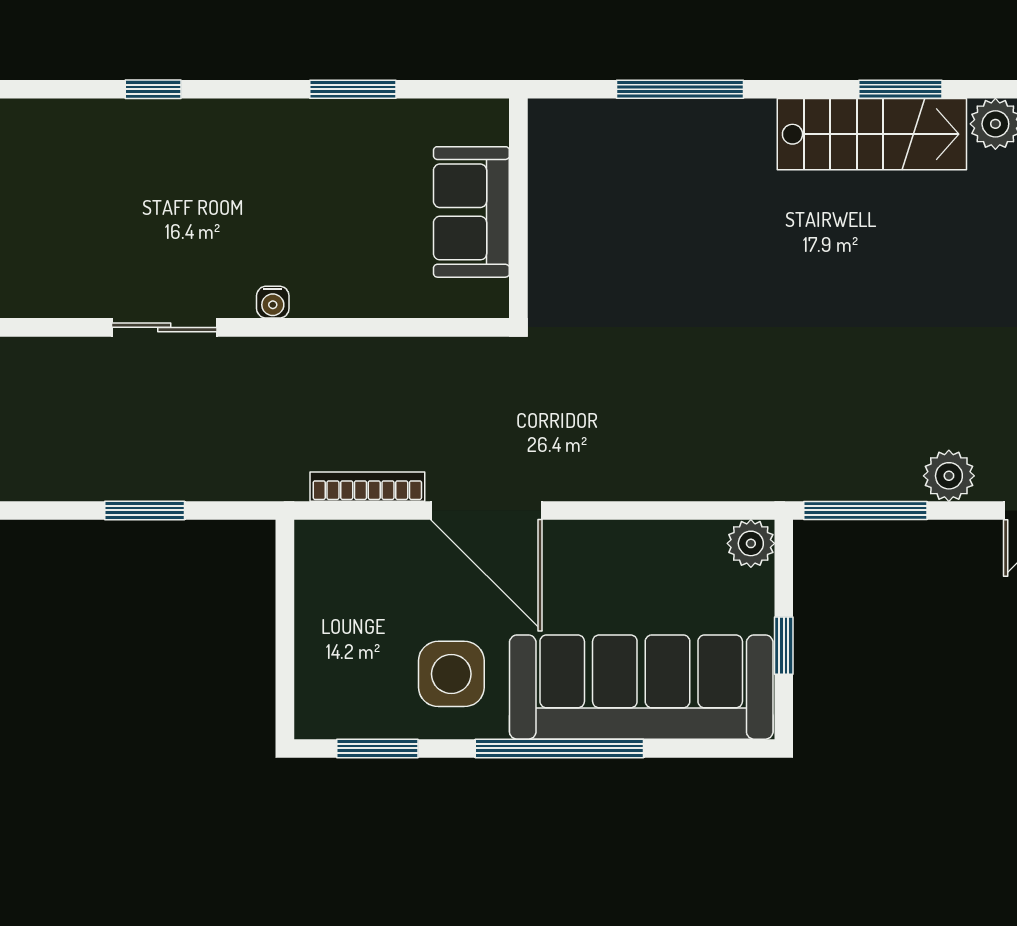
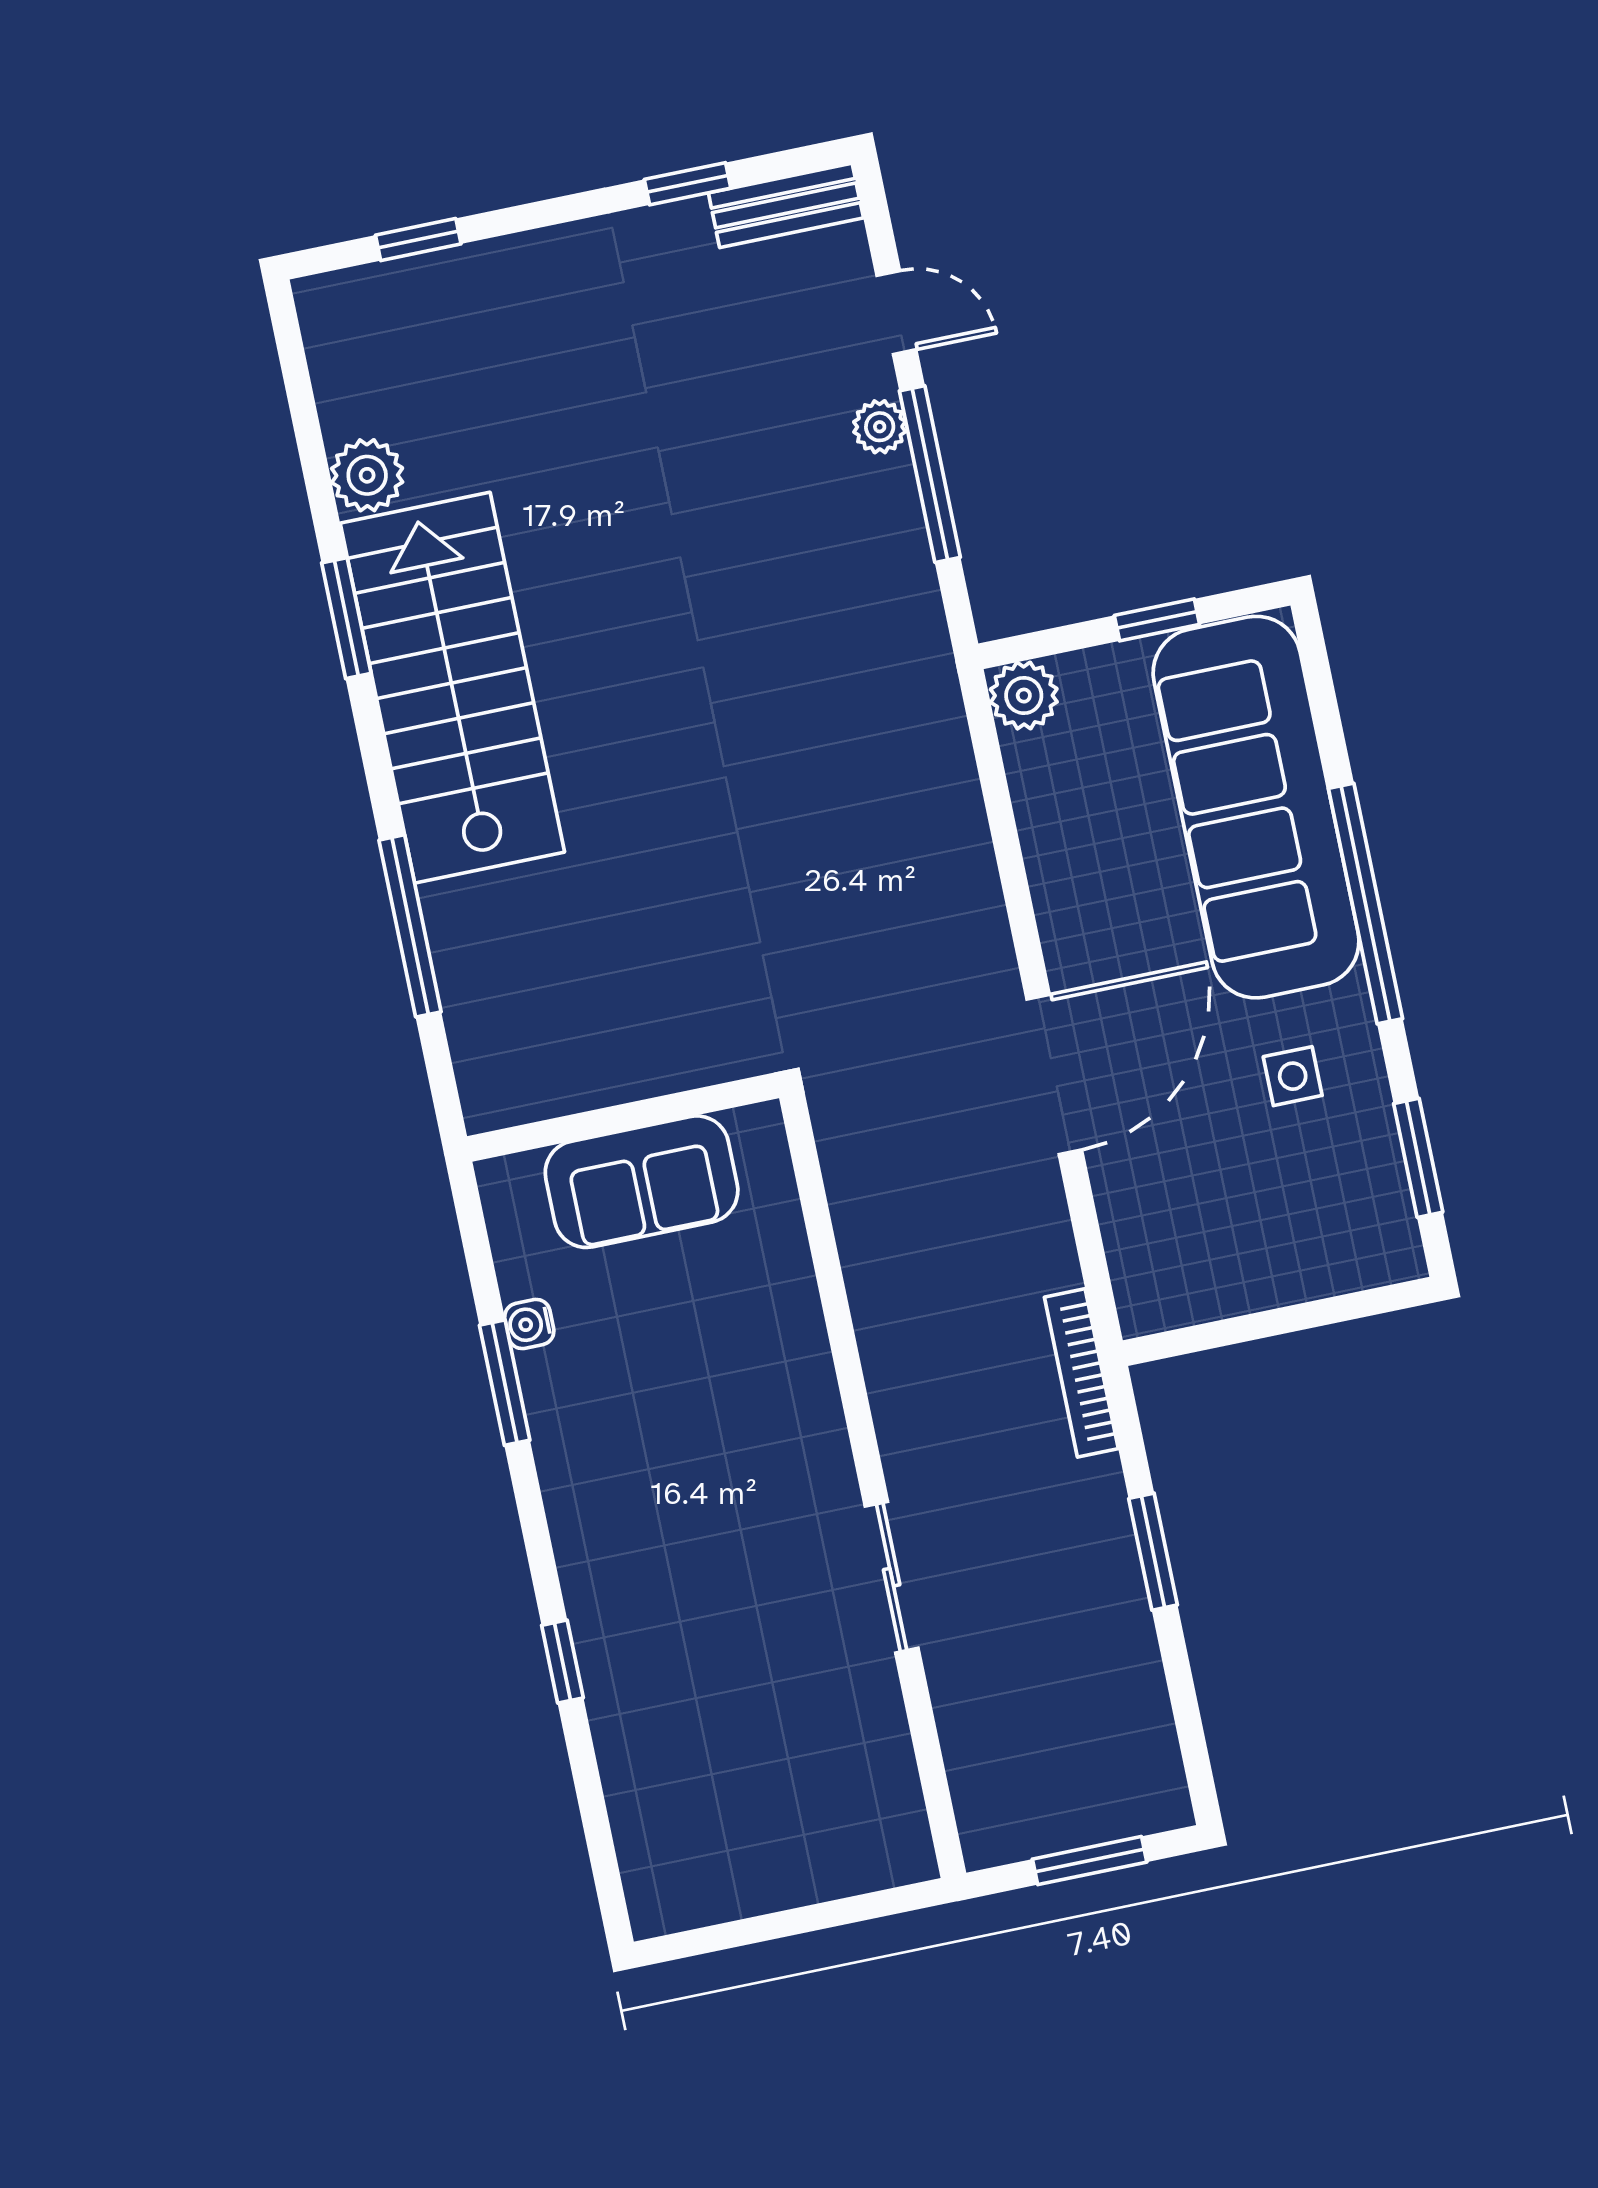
stairs: (872, 134) -> (452, 688), width x1.36, depth x1.51
water cooler: (273, 302) -> (529, 1324), moved, turned 180
plant: (949, 476) -> (880, 427), width x0.73, depth x0.73
bookcase: (367, 487) -> (1081, 1373), moved
window: (865, 510) -> (930, 474), moved
side table: (451, 674) -> (1293, 1076), width x0.54, depth x0.54

